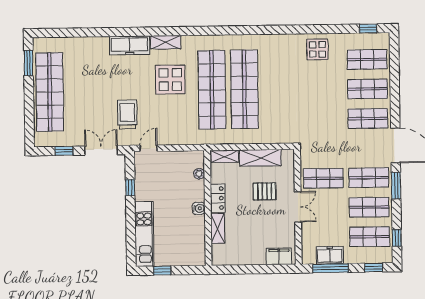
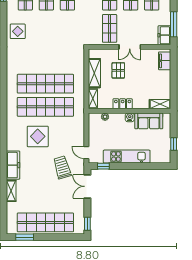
shelving: (166, 42) -> (11, 191), moved
trolley: (127, 115) -> (62, 167), turned 74
window: (64, 151) -> (87, 224), moved
window: (130, 188) -> (103, 166), moved
double door: (298, 207) -> (130, 47), swing flipped
shelving: (218, 228) -> (160, 104), moved
kitchen unit: (144, 234) -> (127, 157), moved
sofa: (194, 235) -> (149, 121), added
freezer: (330, 255) -> (164, 35), moved

